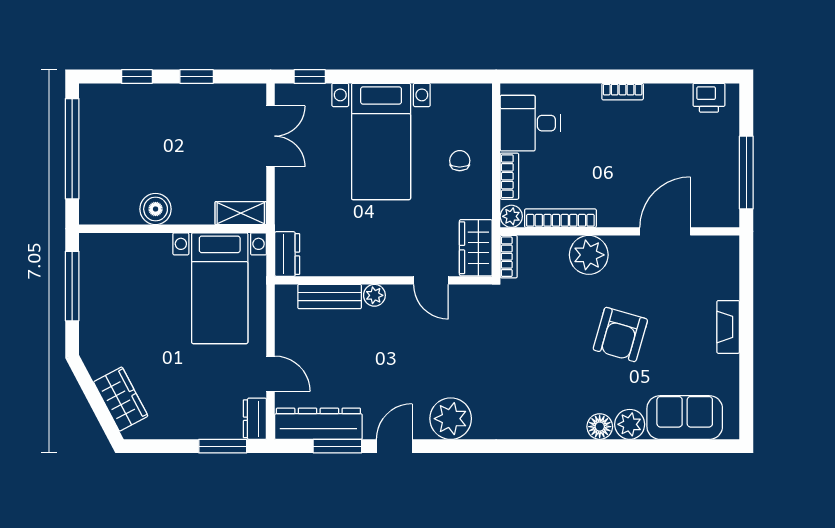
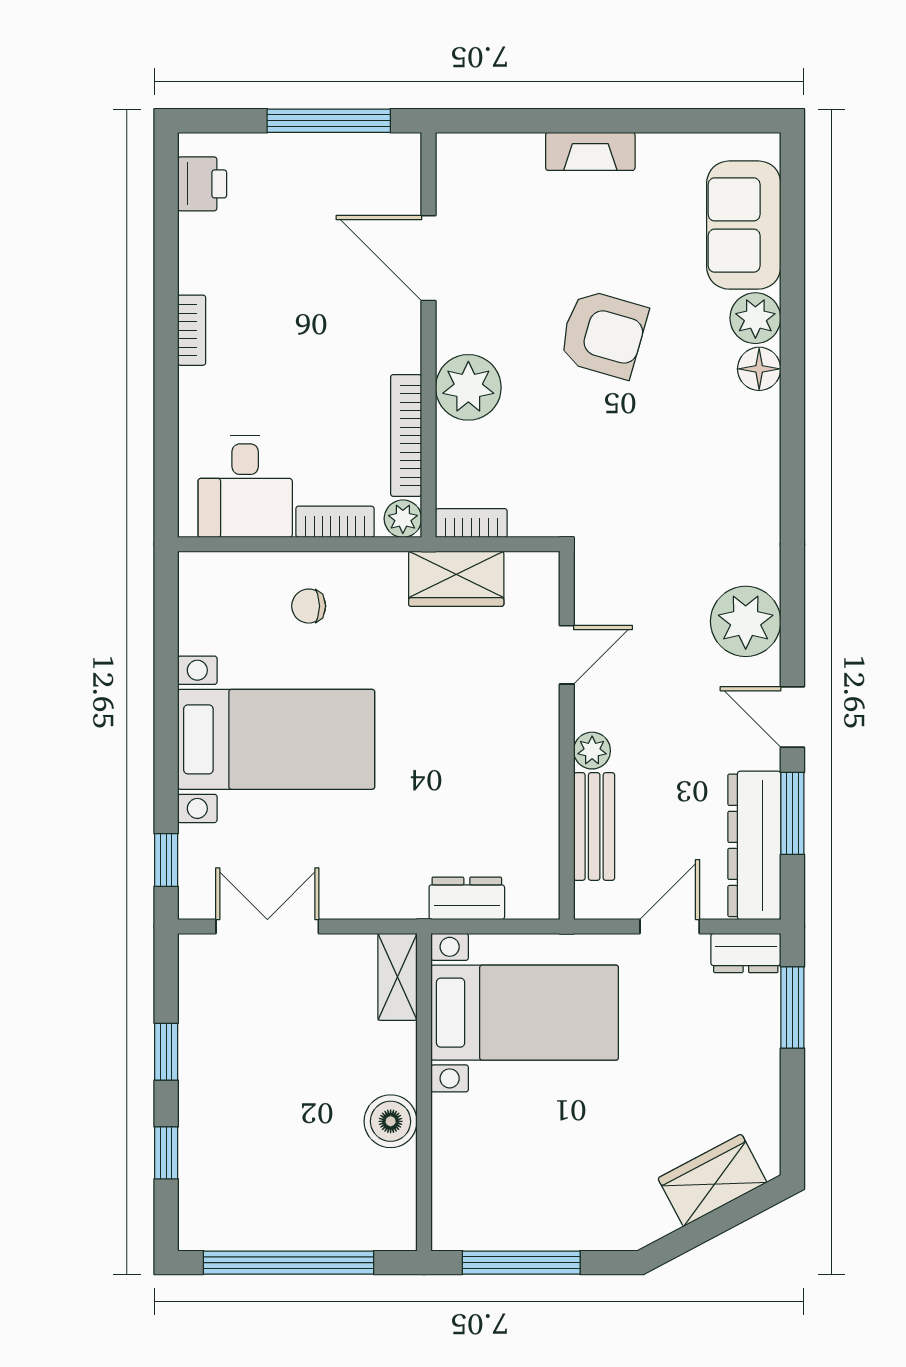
wall: (383, 280) -> (567, 735), moved
door: (431, 280) -> (567, 655), moved
plant: (374, 295) -> (592, 751), moved
bench: (330, 297) -> (594, 827), moved

